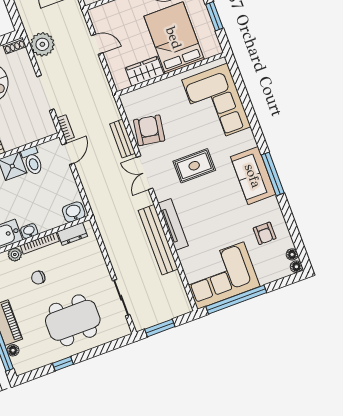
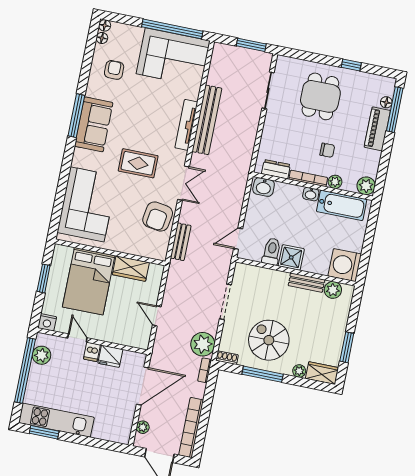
bookcase: (66, 128) -> (205, 370), moved
bench: (122, 139) -> (181, 242), moved
dining table: (73, 320) -> (320, 96), width x0.73

